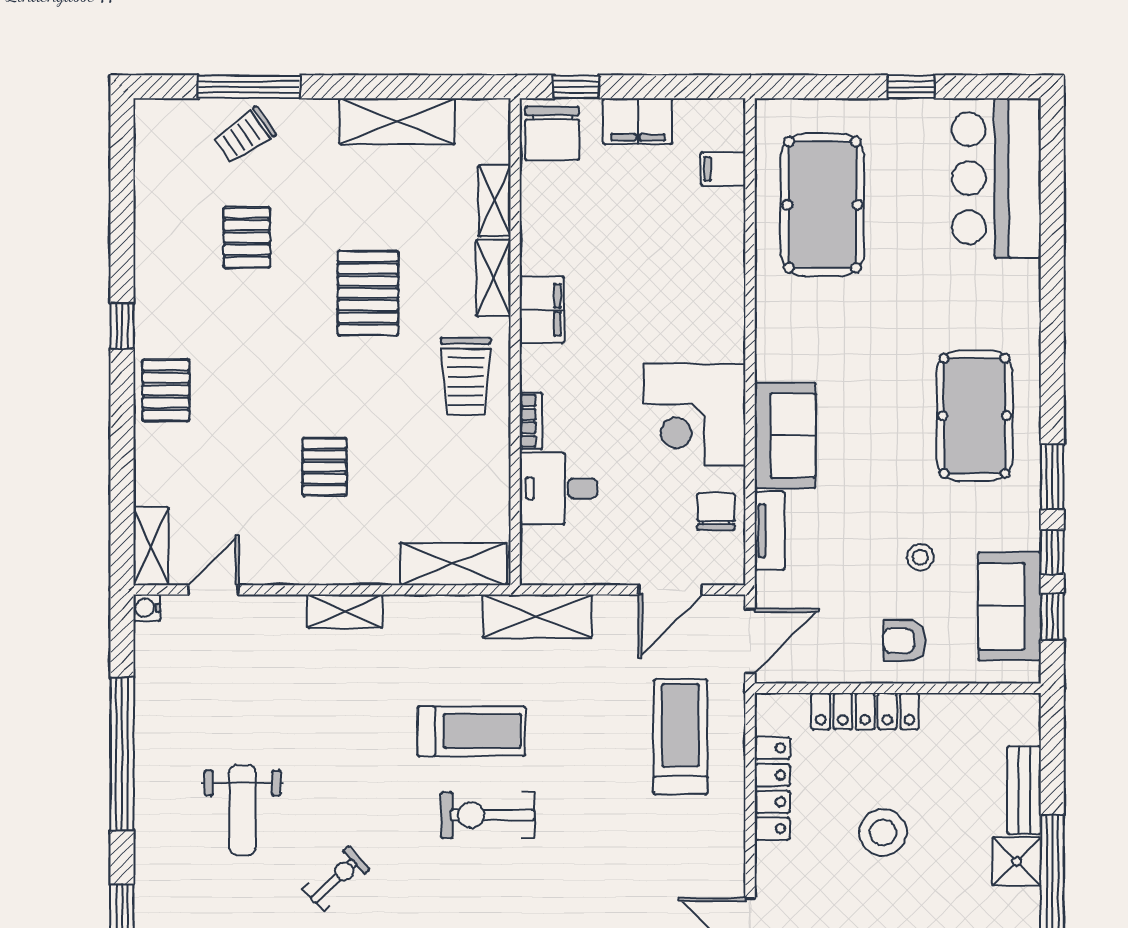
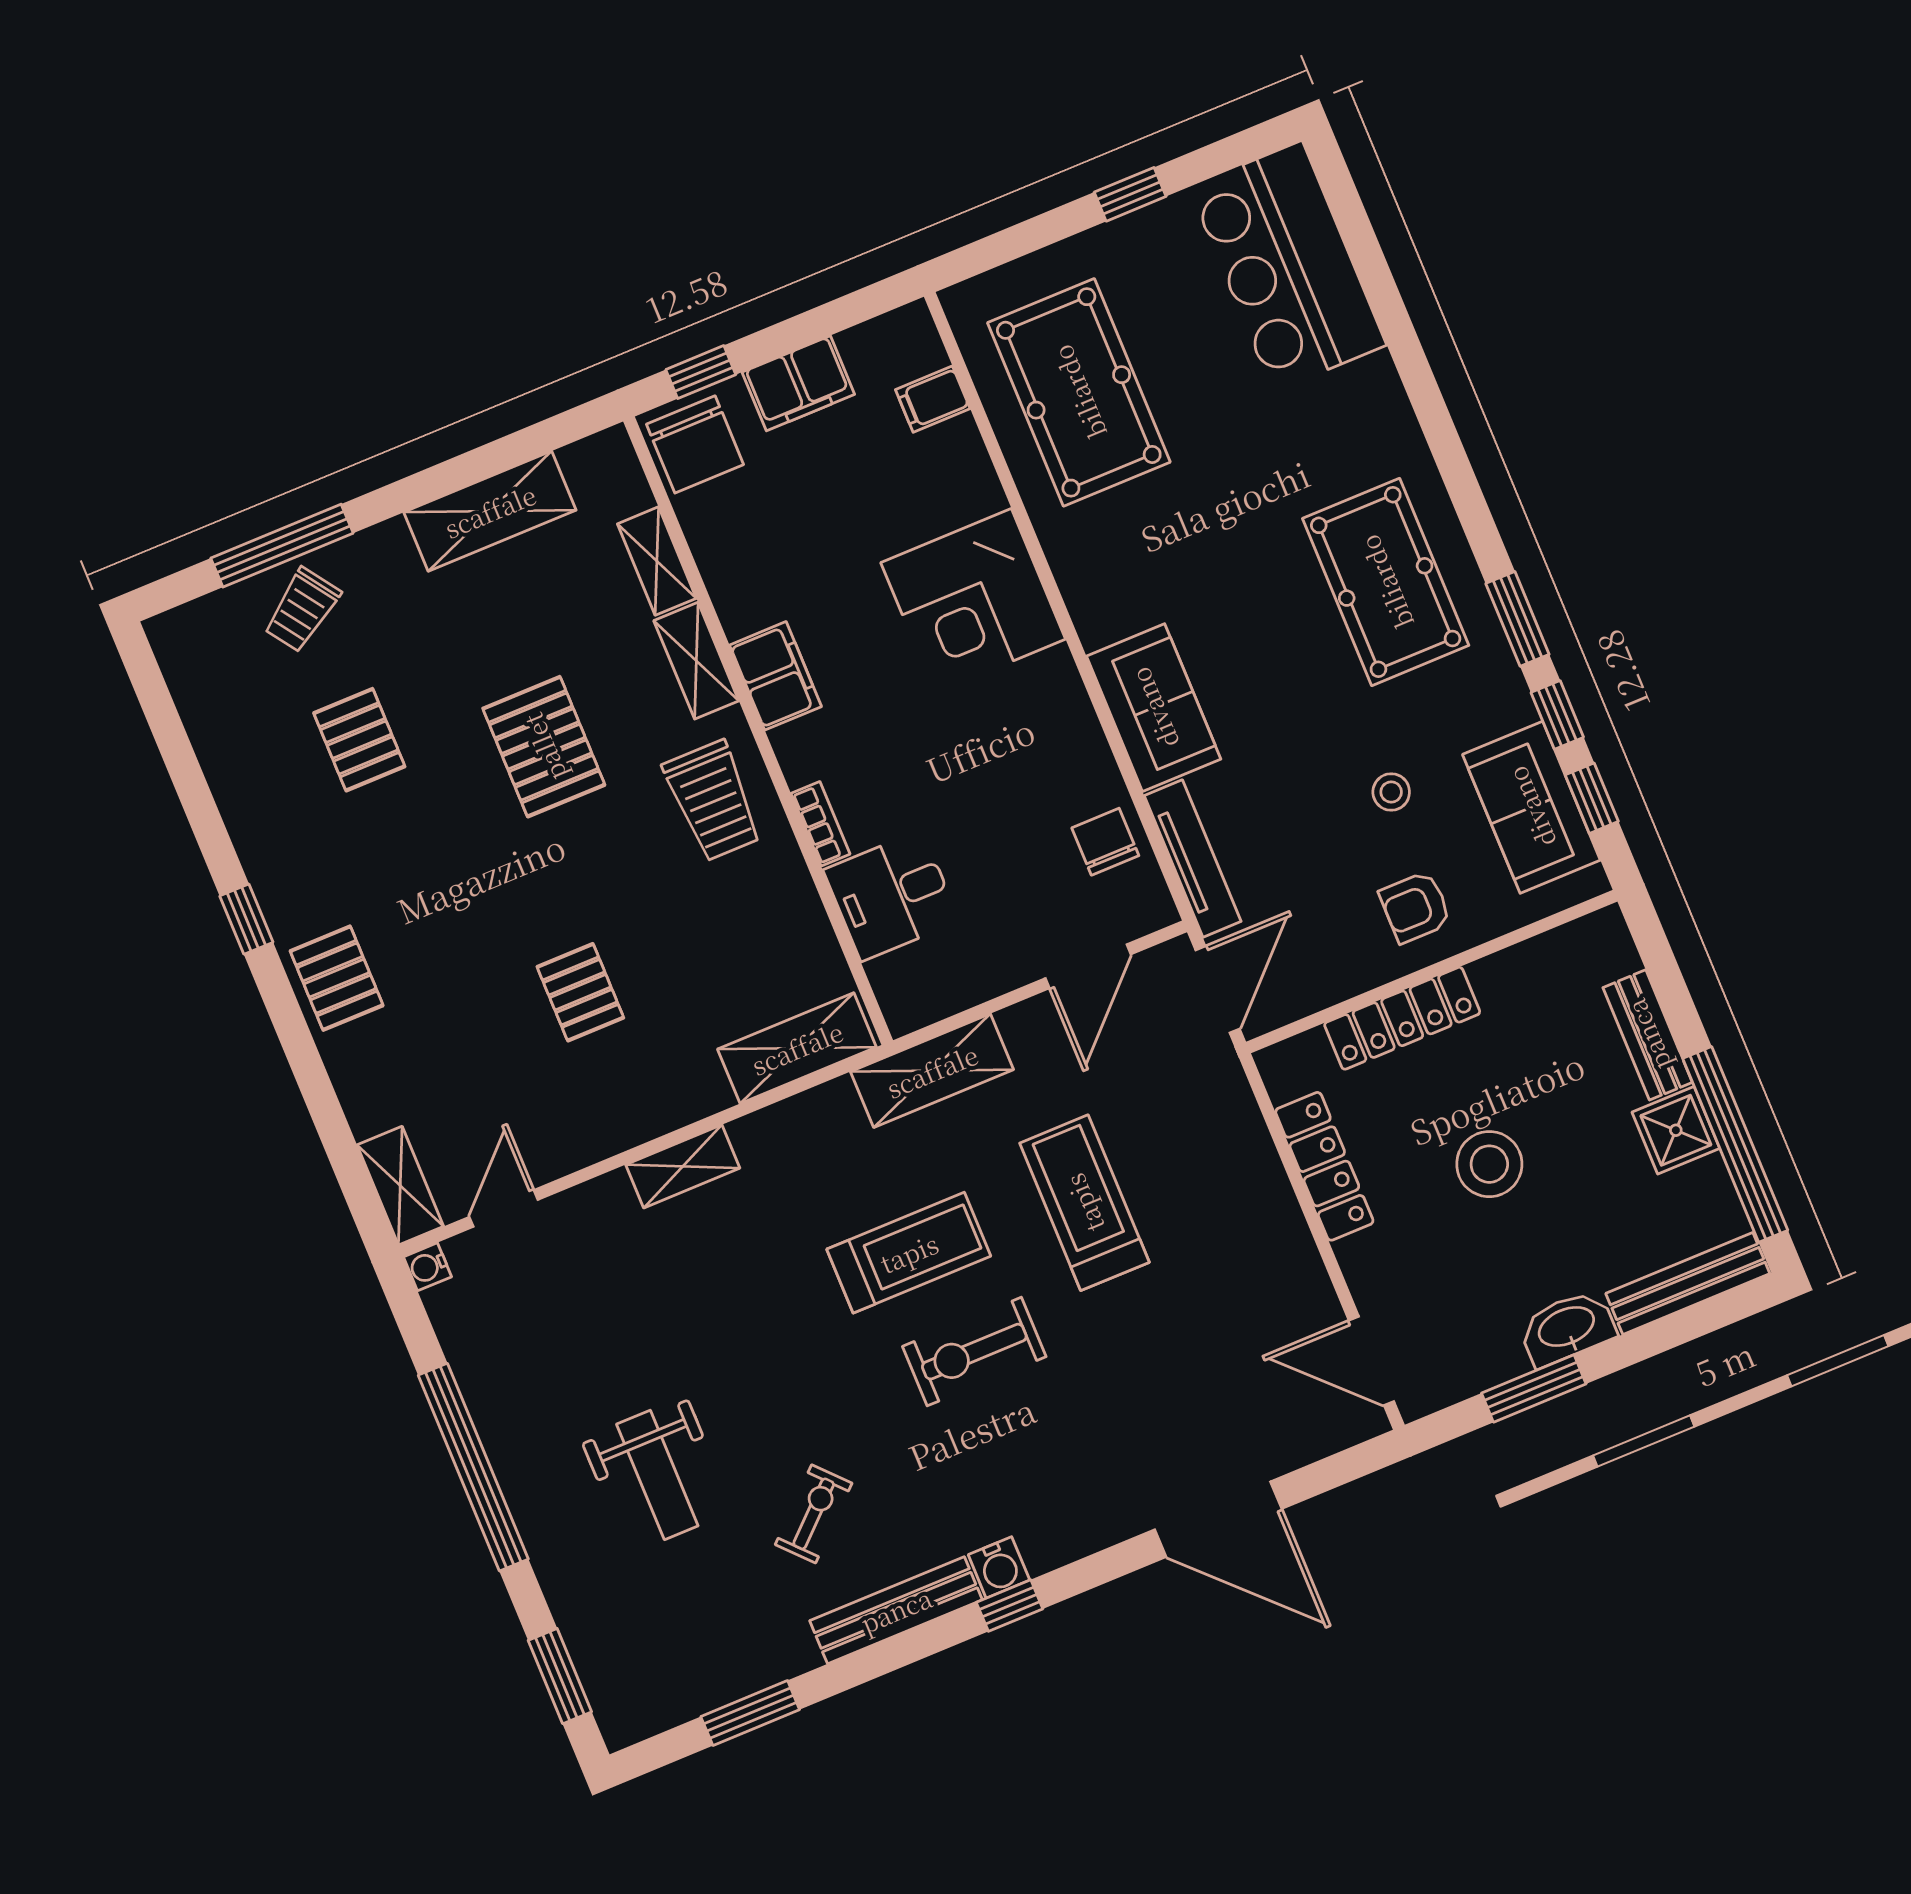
corner desk: (694, 415) -> (973, 601), moved
tv unit: (770, 531) -> (1193, 859), width x1.41
treadmill: (681, 737) -> (1084, 1203), moved

